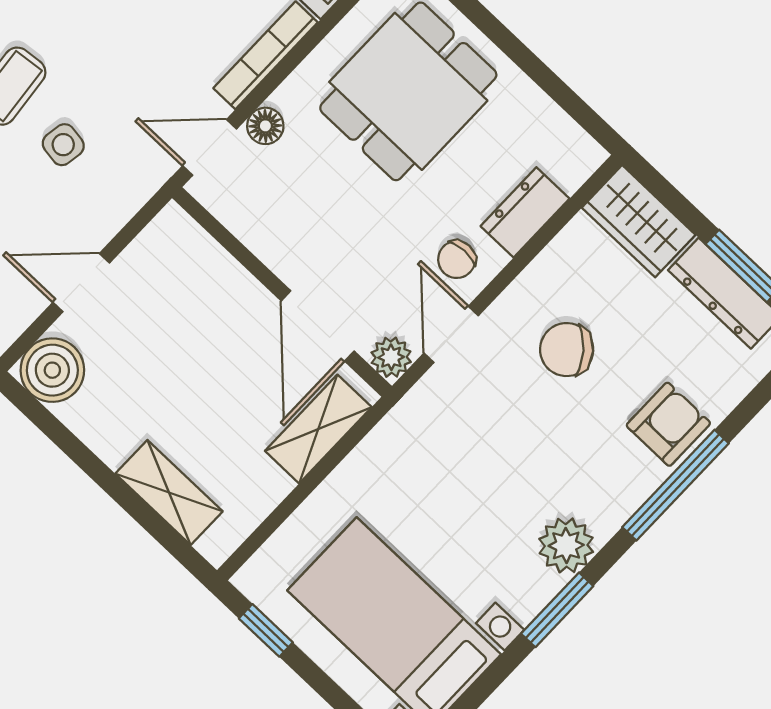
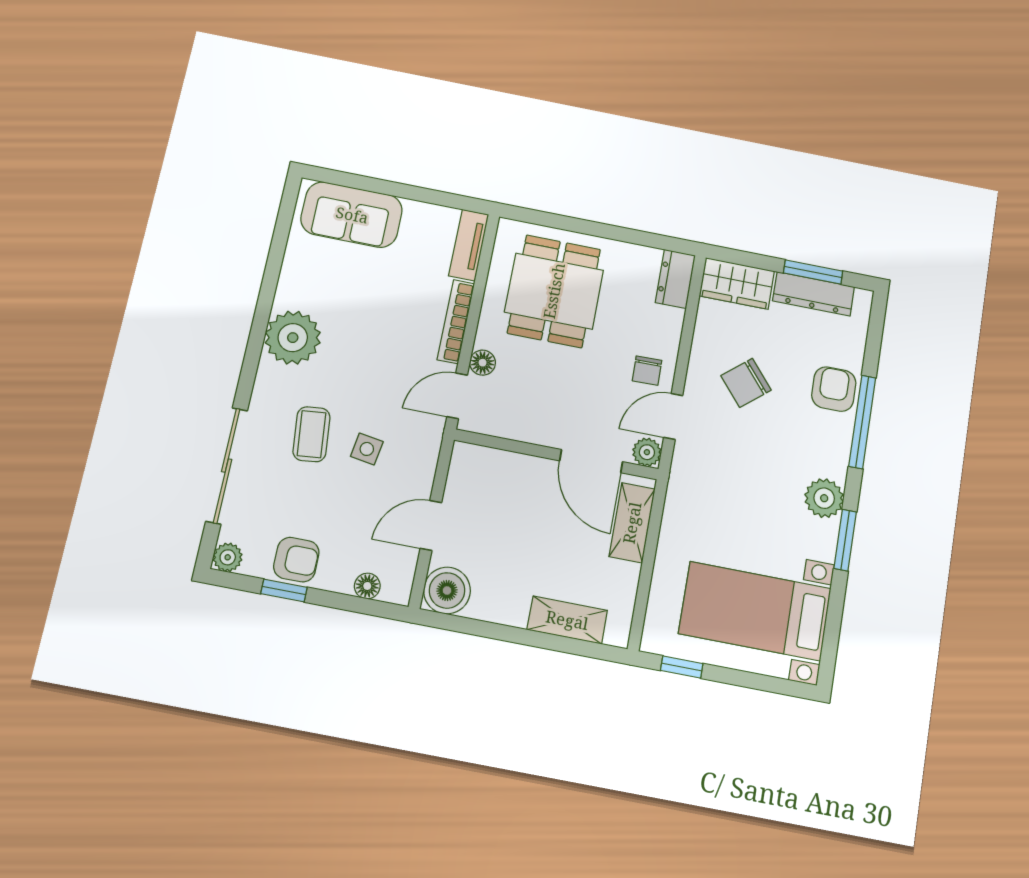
dresser: (525, 212) -> (675, 279), moved
door: (451, 334) -> (673, 416), hinge flipped

